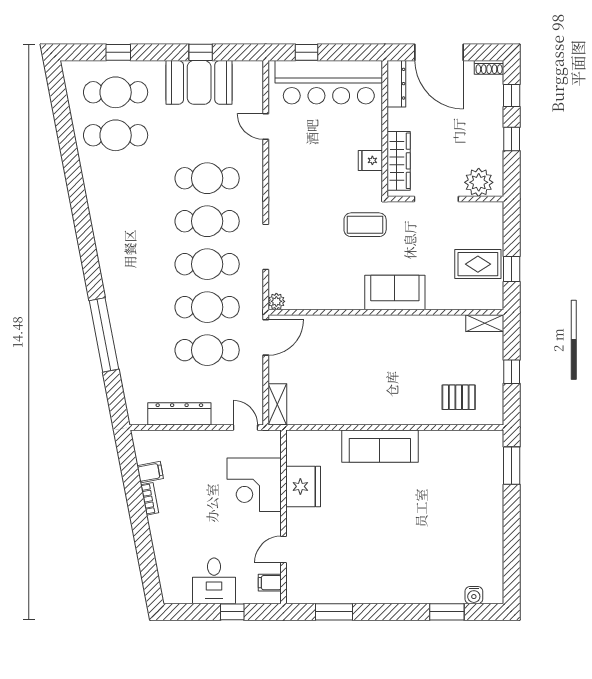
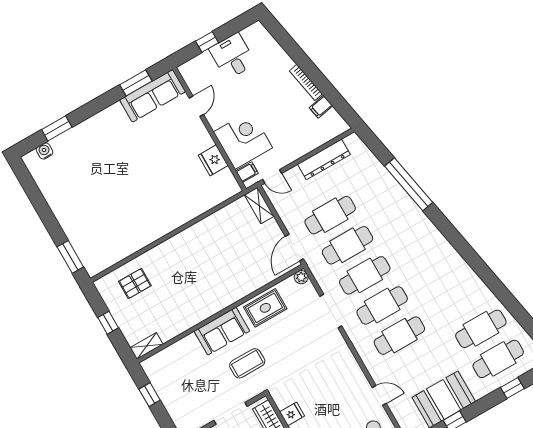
coffee table: (365, 225) -> (247, 363), moved
rug: (478, 264) -> (265, 308), moved
sofa: (380, 446) -> (153, 96), moved, turned 180
fridge: (303, 486) -> (213, 160), width x0.73, depth x0.75
bookcase: (150, 499) -> (306, 82), width x1.56
filing cabinet: (270, 583) -> (247, 172), moved

